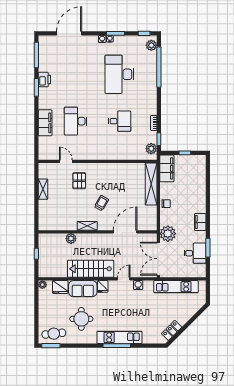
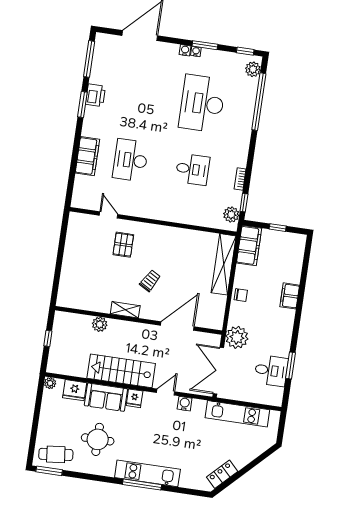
shelving: (43, 189) -> (71, 249), removed
filing cabinet: (200, 222) -> (290, 296), moved

